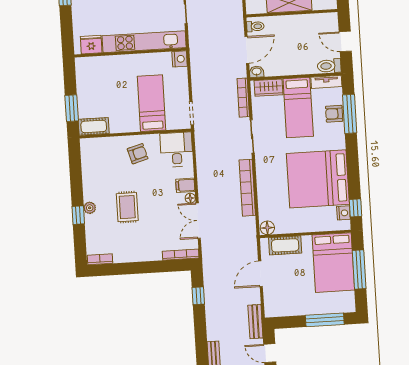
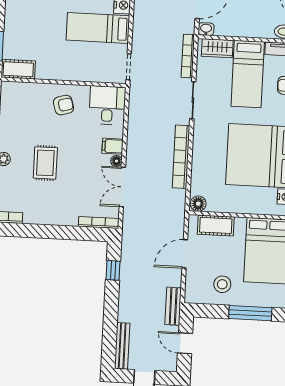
bed: (152, 103) -> (98, 28), moved, turned -90
stool: (297, 297) -> (222, 284), added

